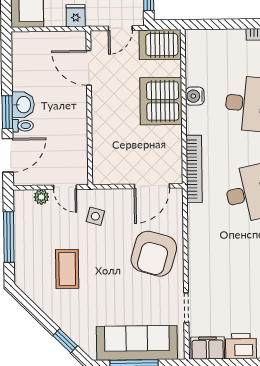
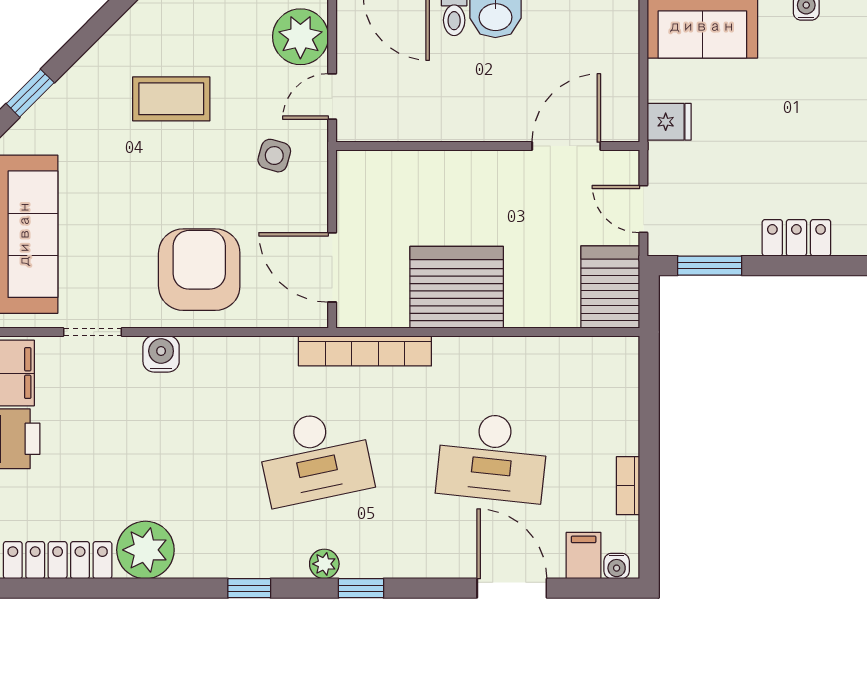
water cooler: (195, 96) -> (161, 354), moved
server rack: (161, 101) -> (457, 287), moved
plant: (41, 197) -> (300, 37), width x1.88, depth x1.88
armchair: (154, 254) -> (199, 270), turned 74

